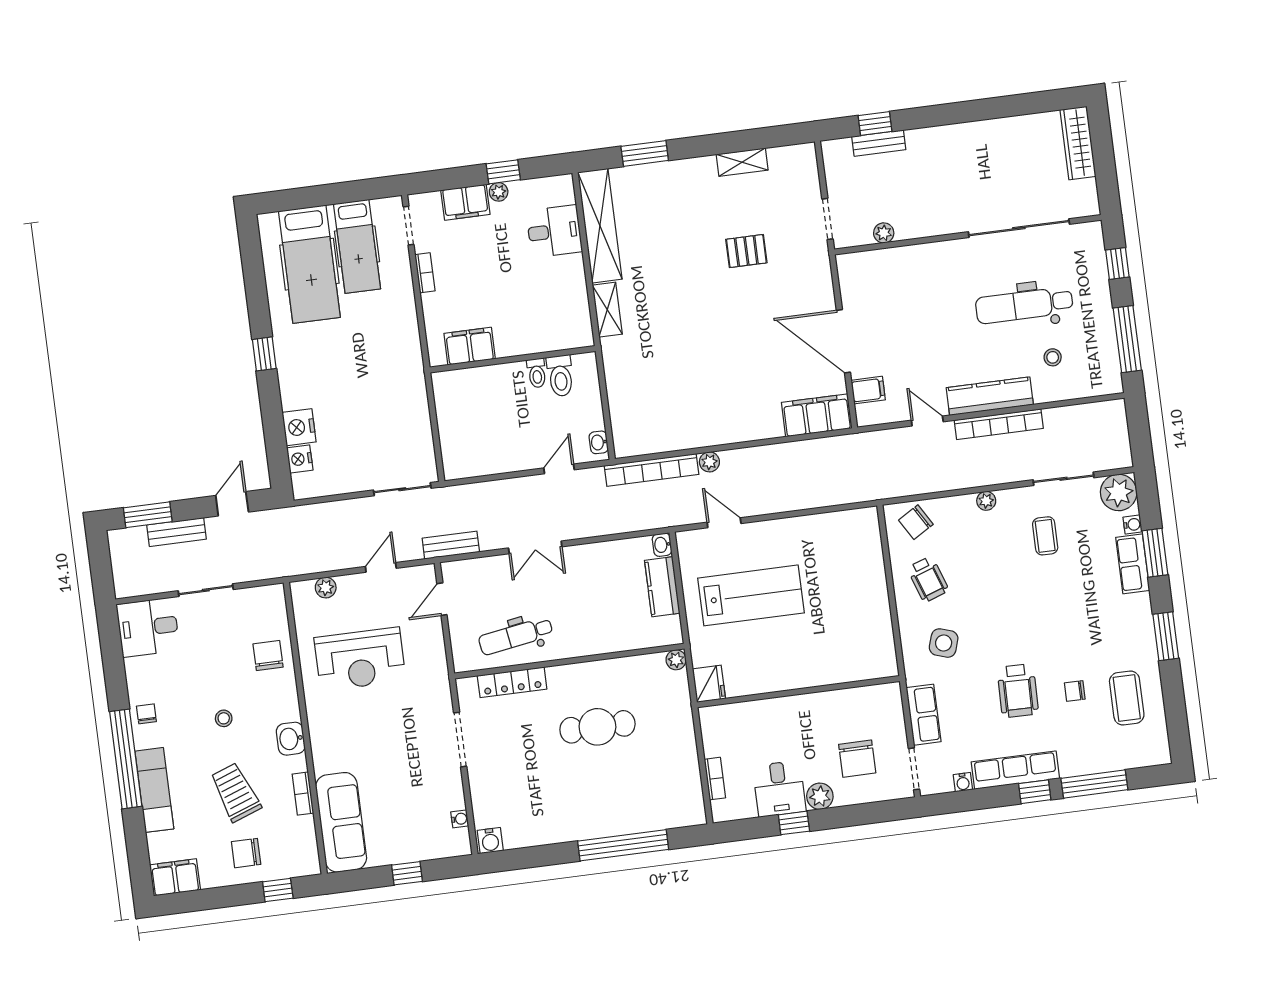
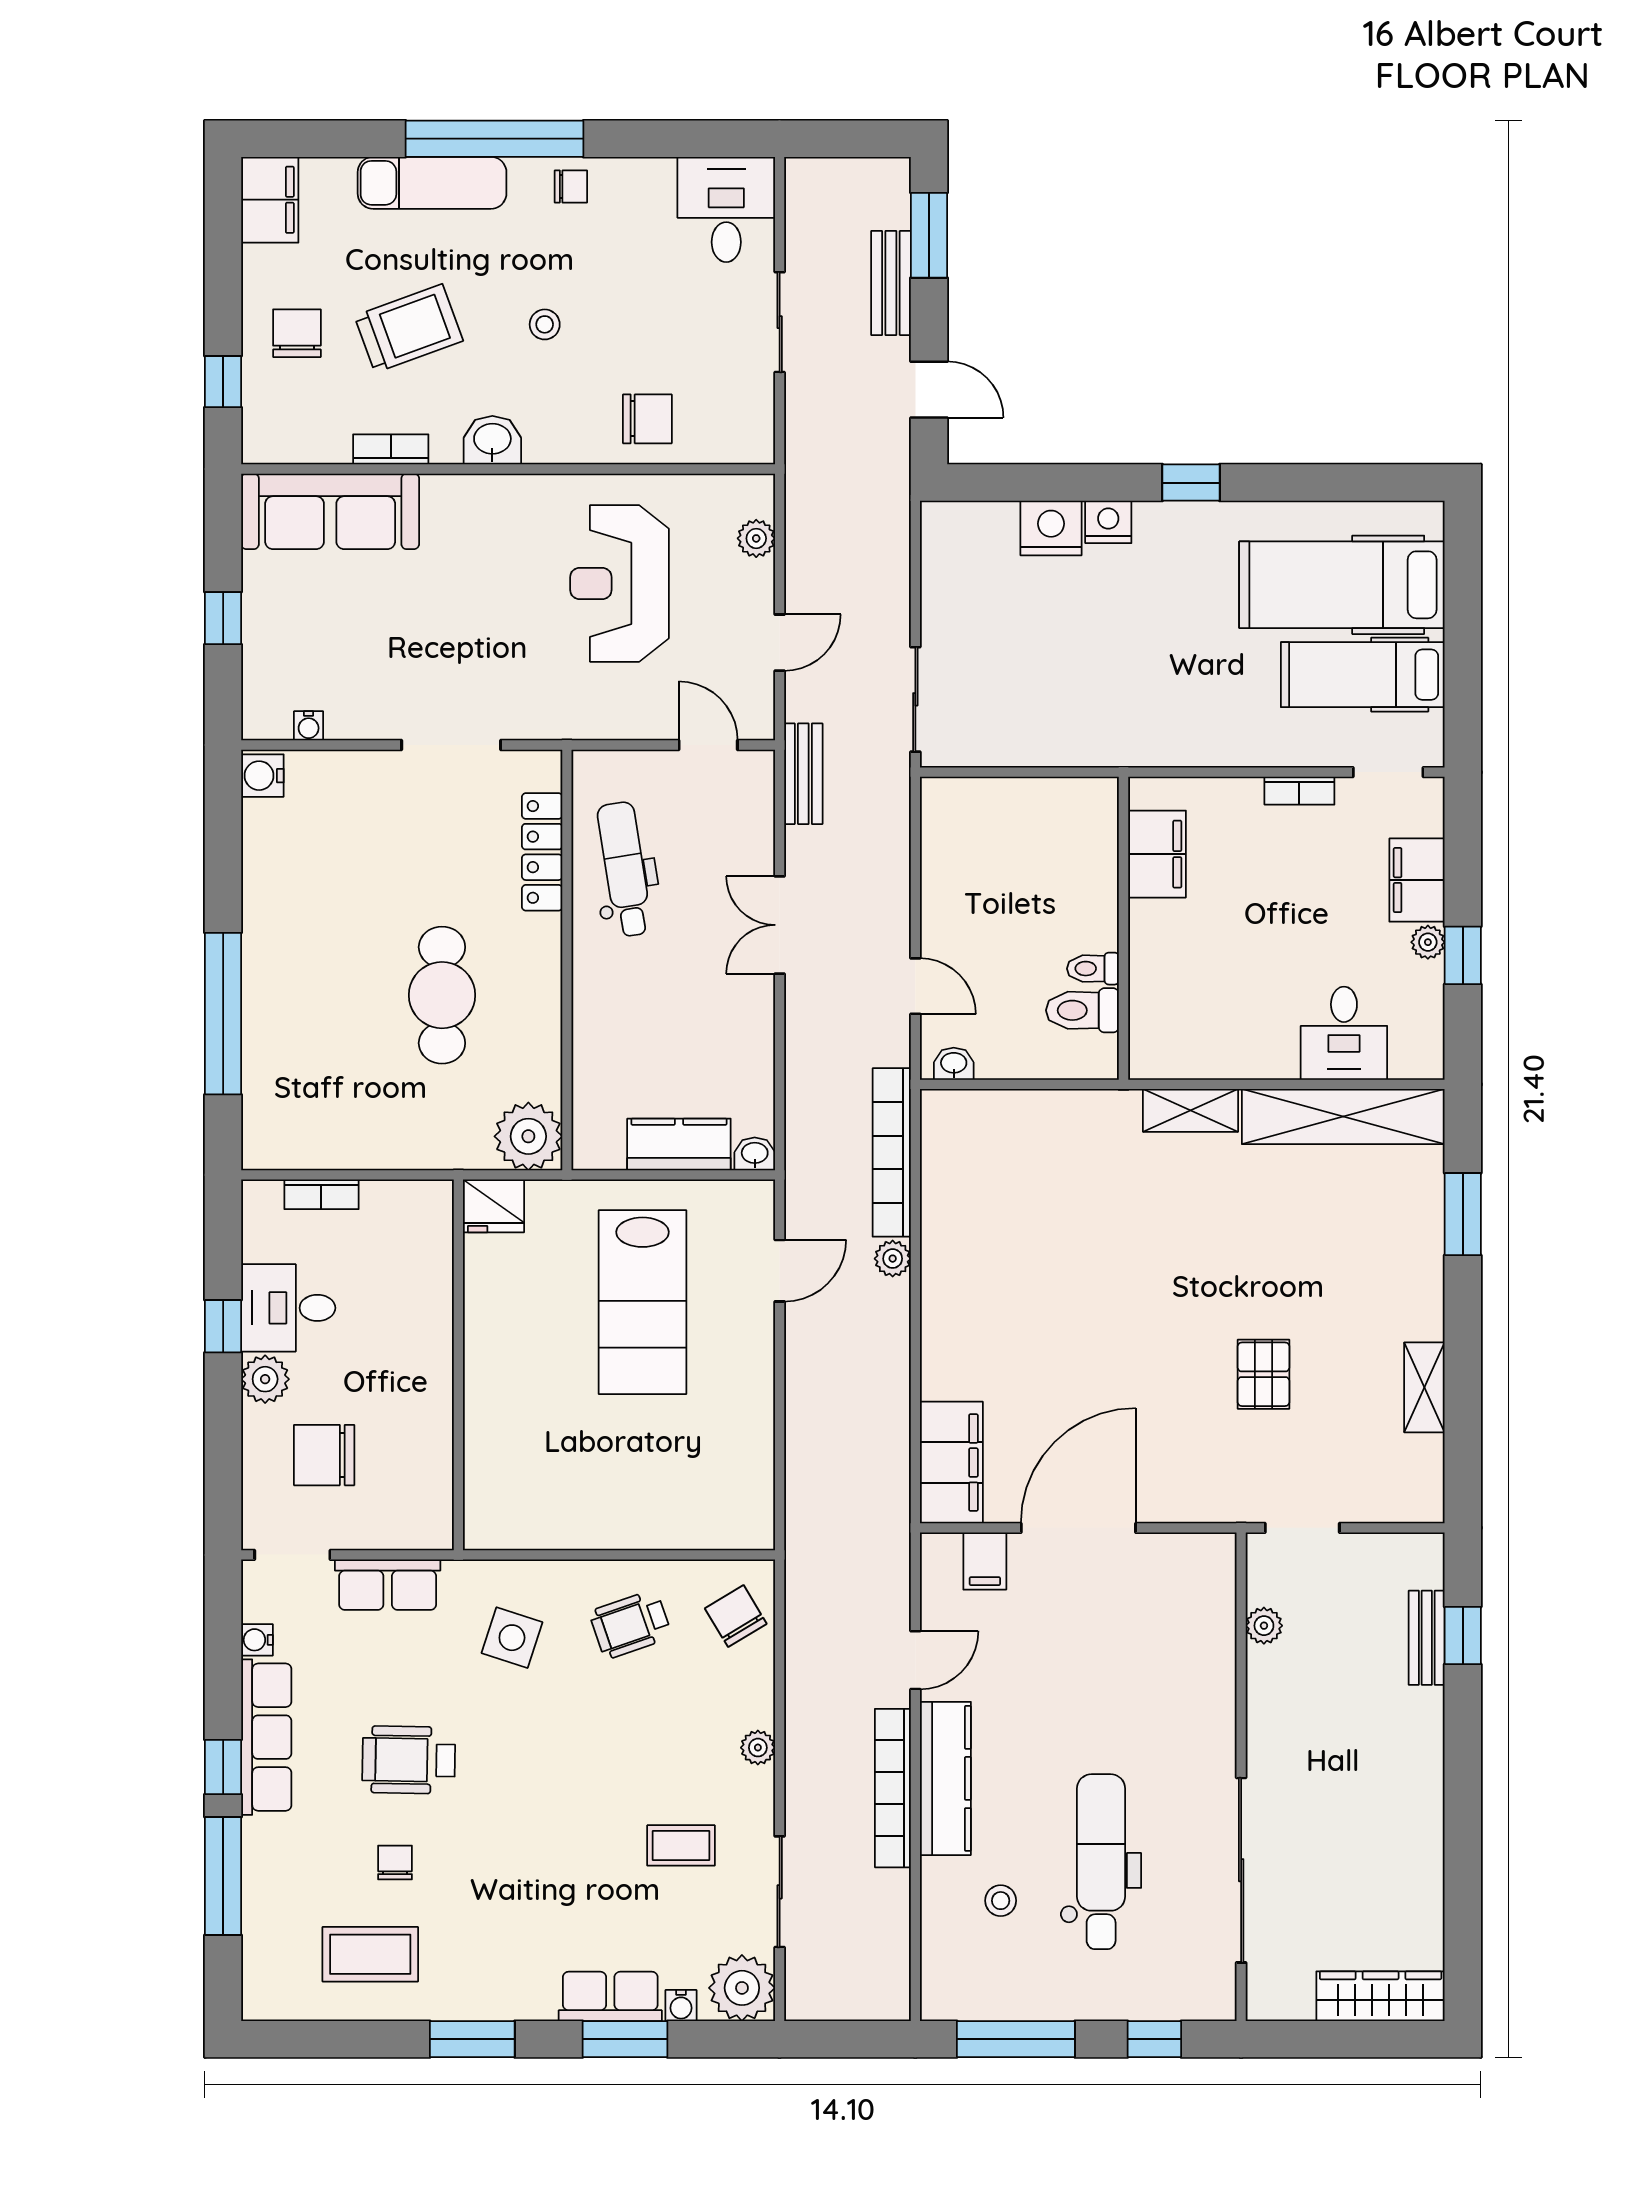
nightstand: (300, 459) -> (1108, 522), moved
door: (381, 567) -> (780, 643), hinge flipped
plant: (676, 660) -> (528, 1136), width x1.88, depth x1.88

